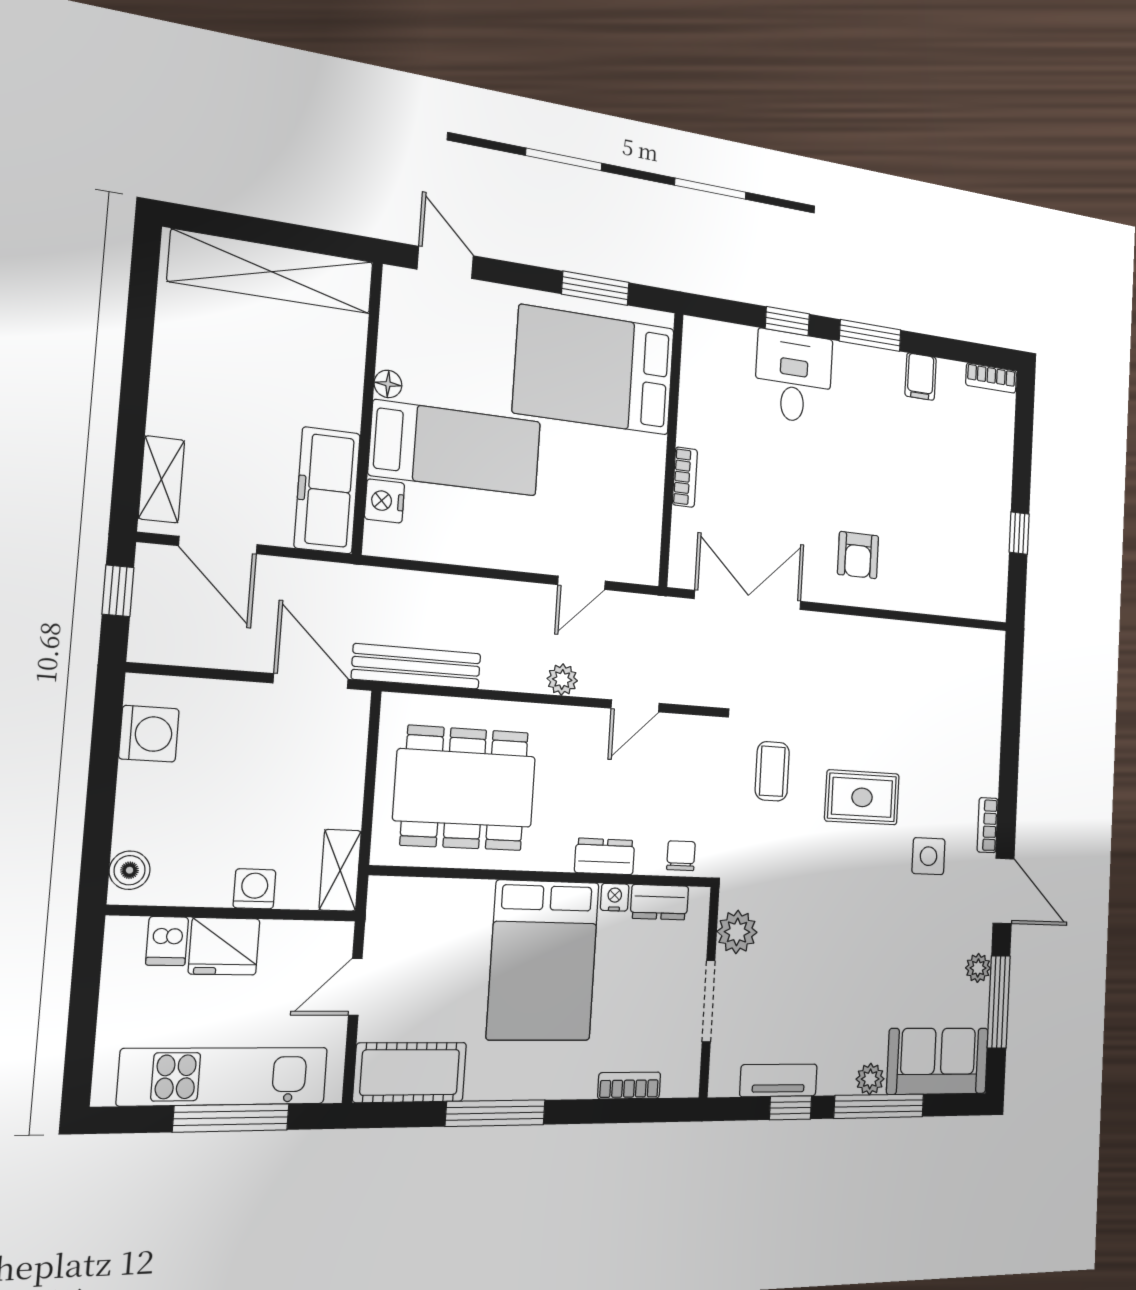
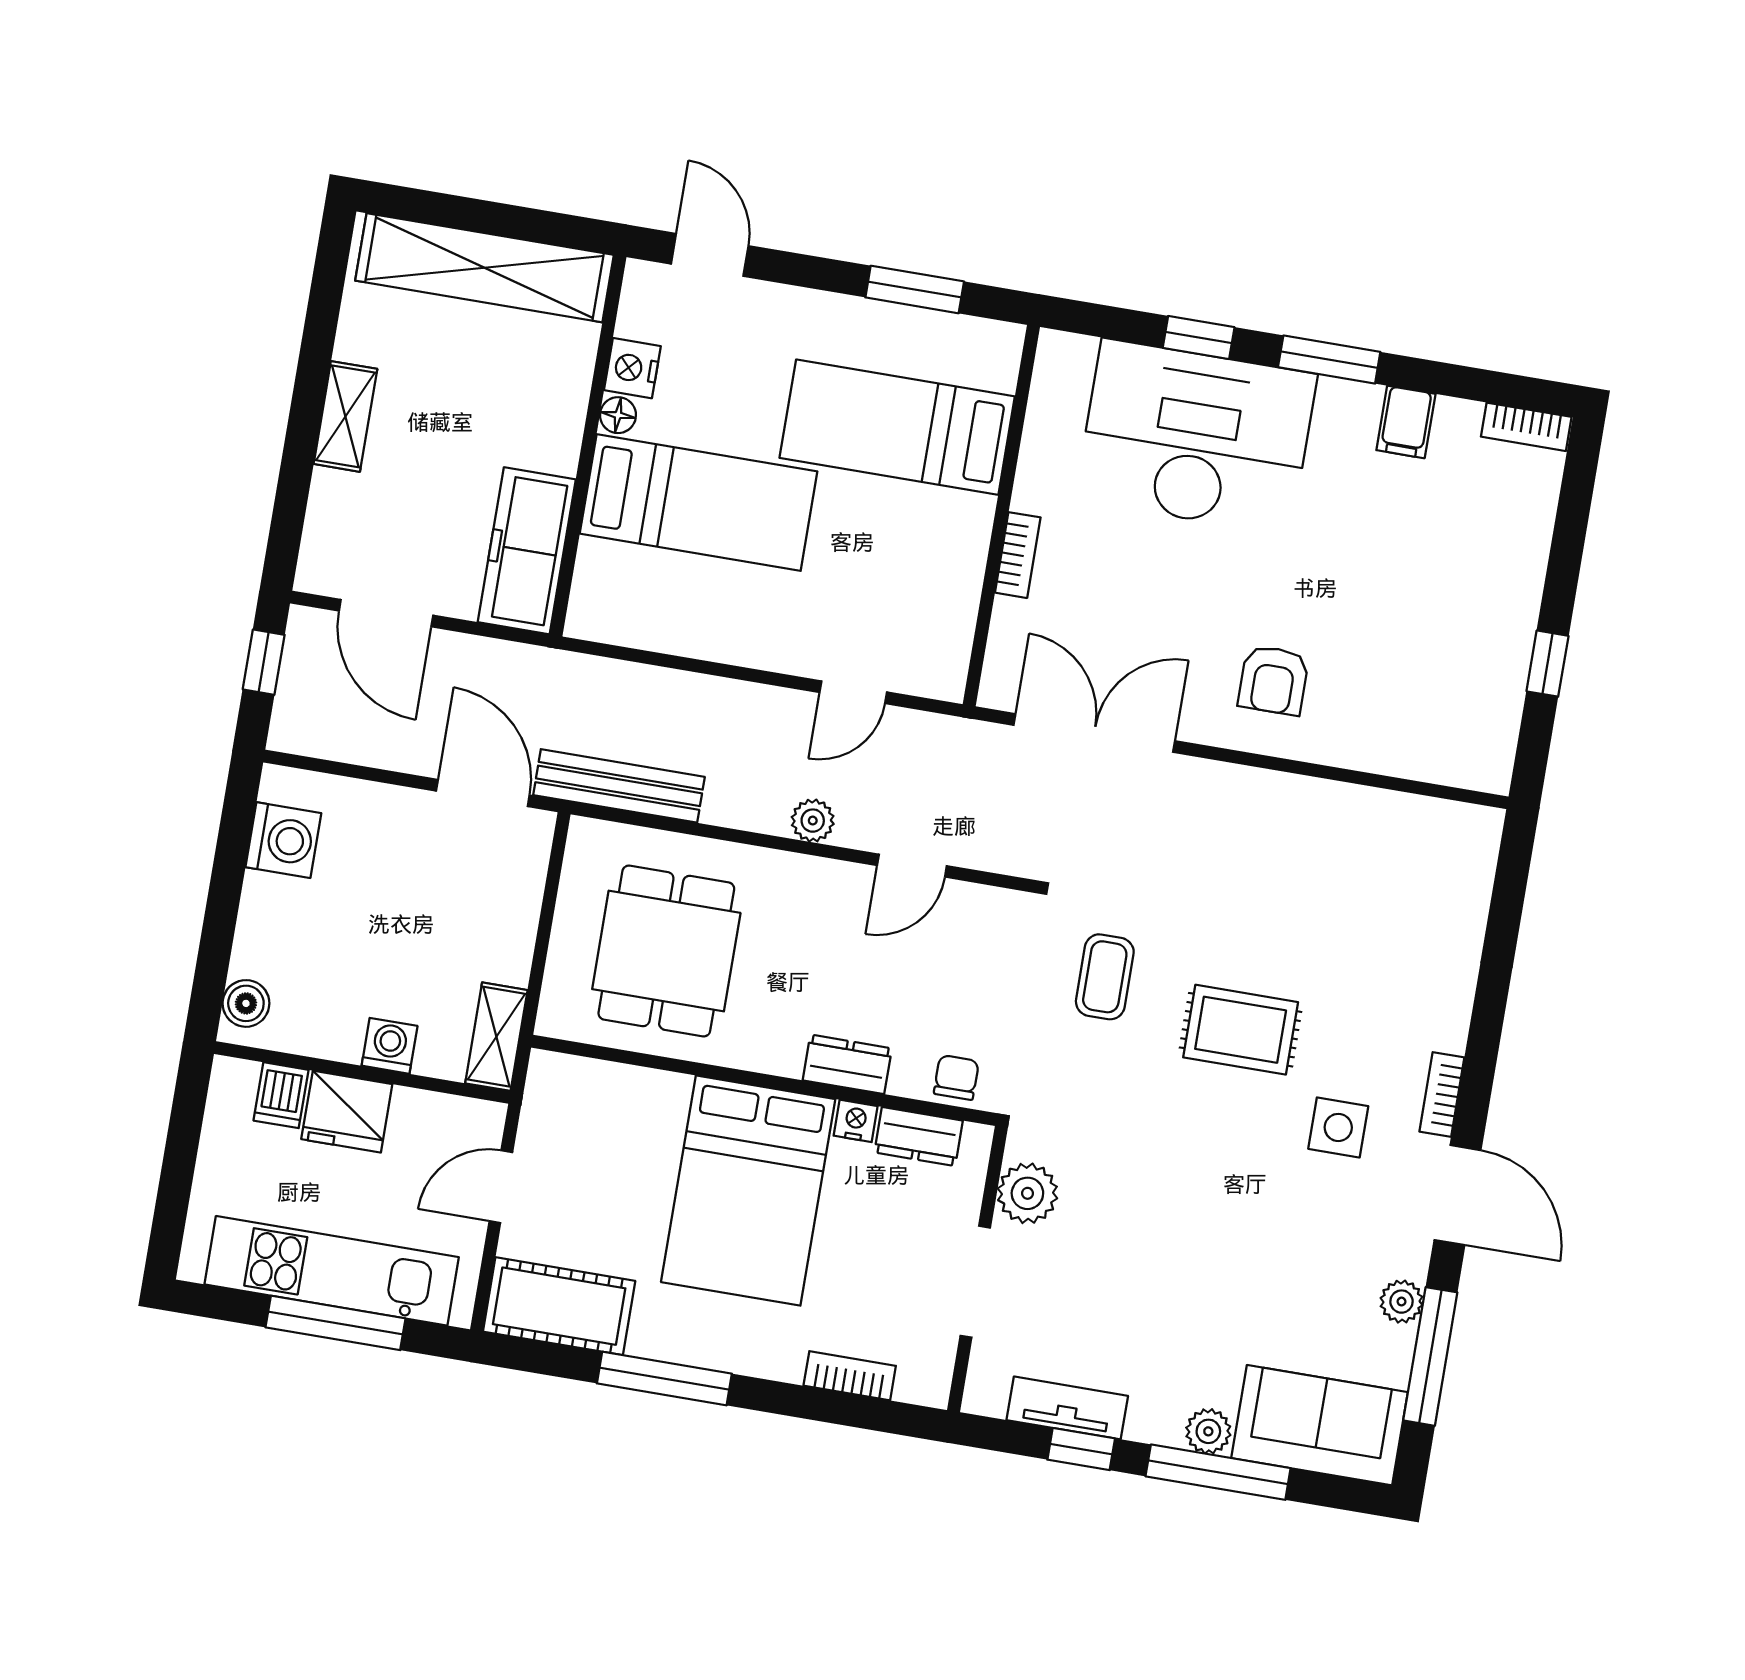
bed: (594, 370) -> (897, 427), width x0.67
desk: (793, 377) -> (1196, 437), width x1.87, depth x1.30
shelving: (161, 479) -> (345, 416), moved
nightstand: (385, 501) -> (632, 368), moved
dining table: (465, 788) -> (666, 951), width x0.73

